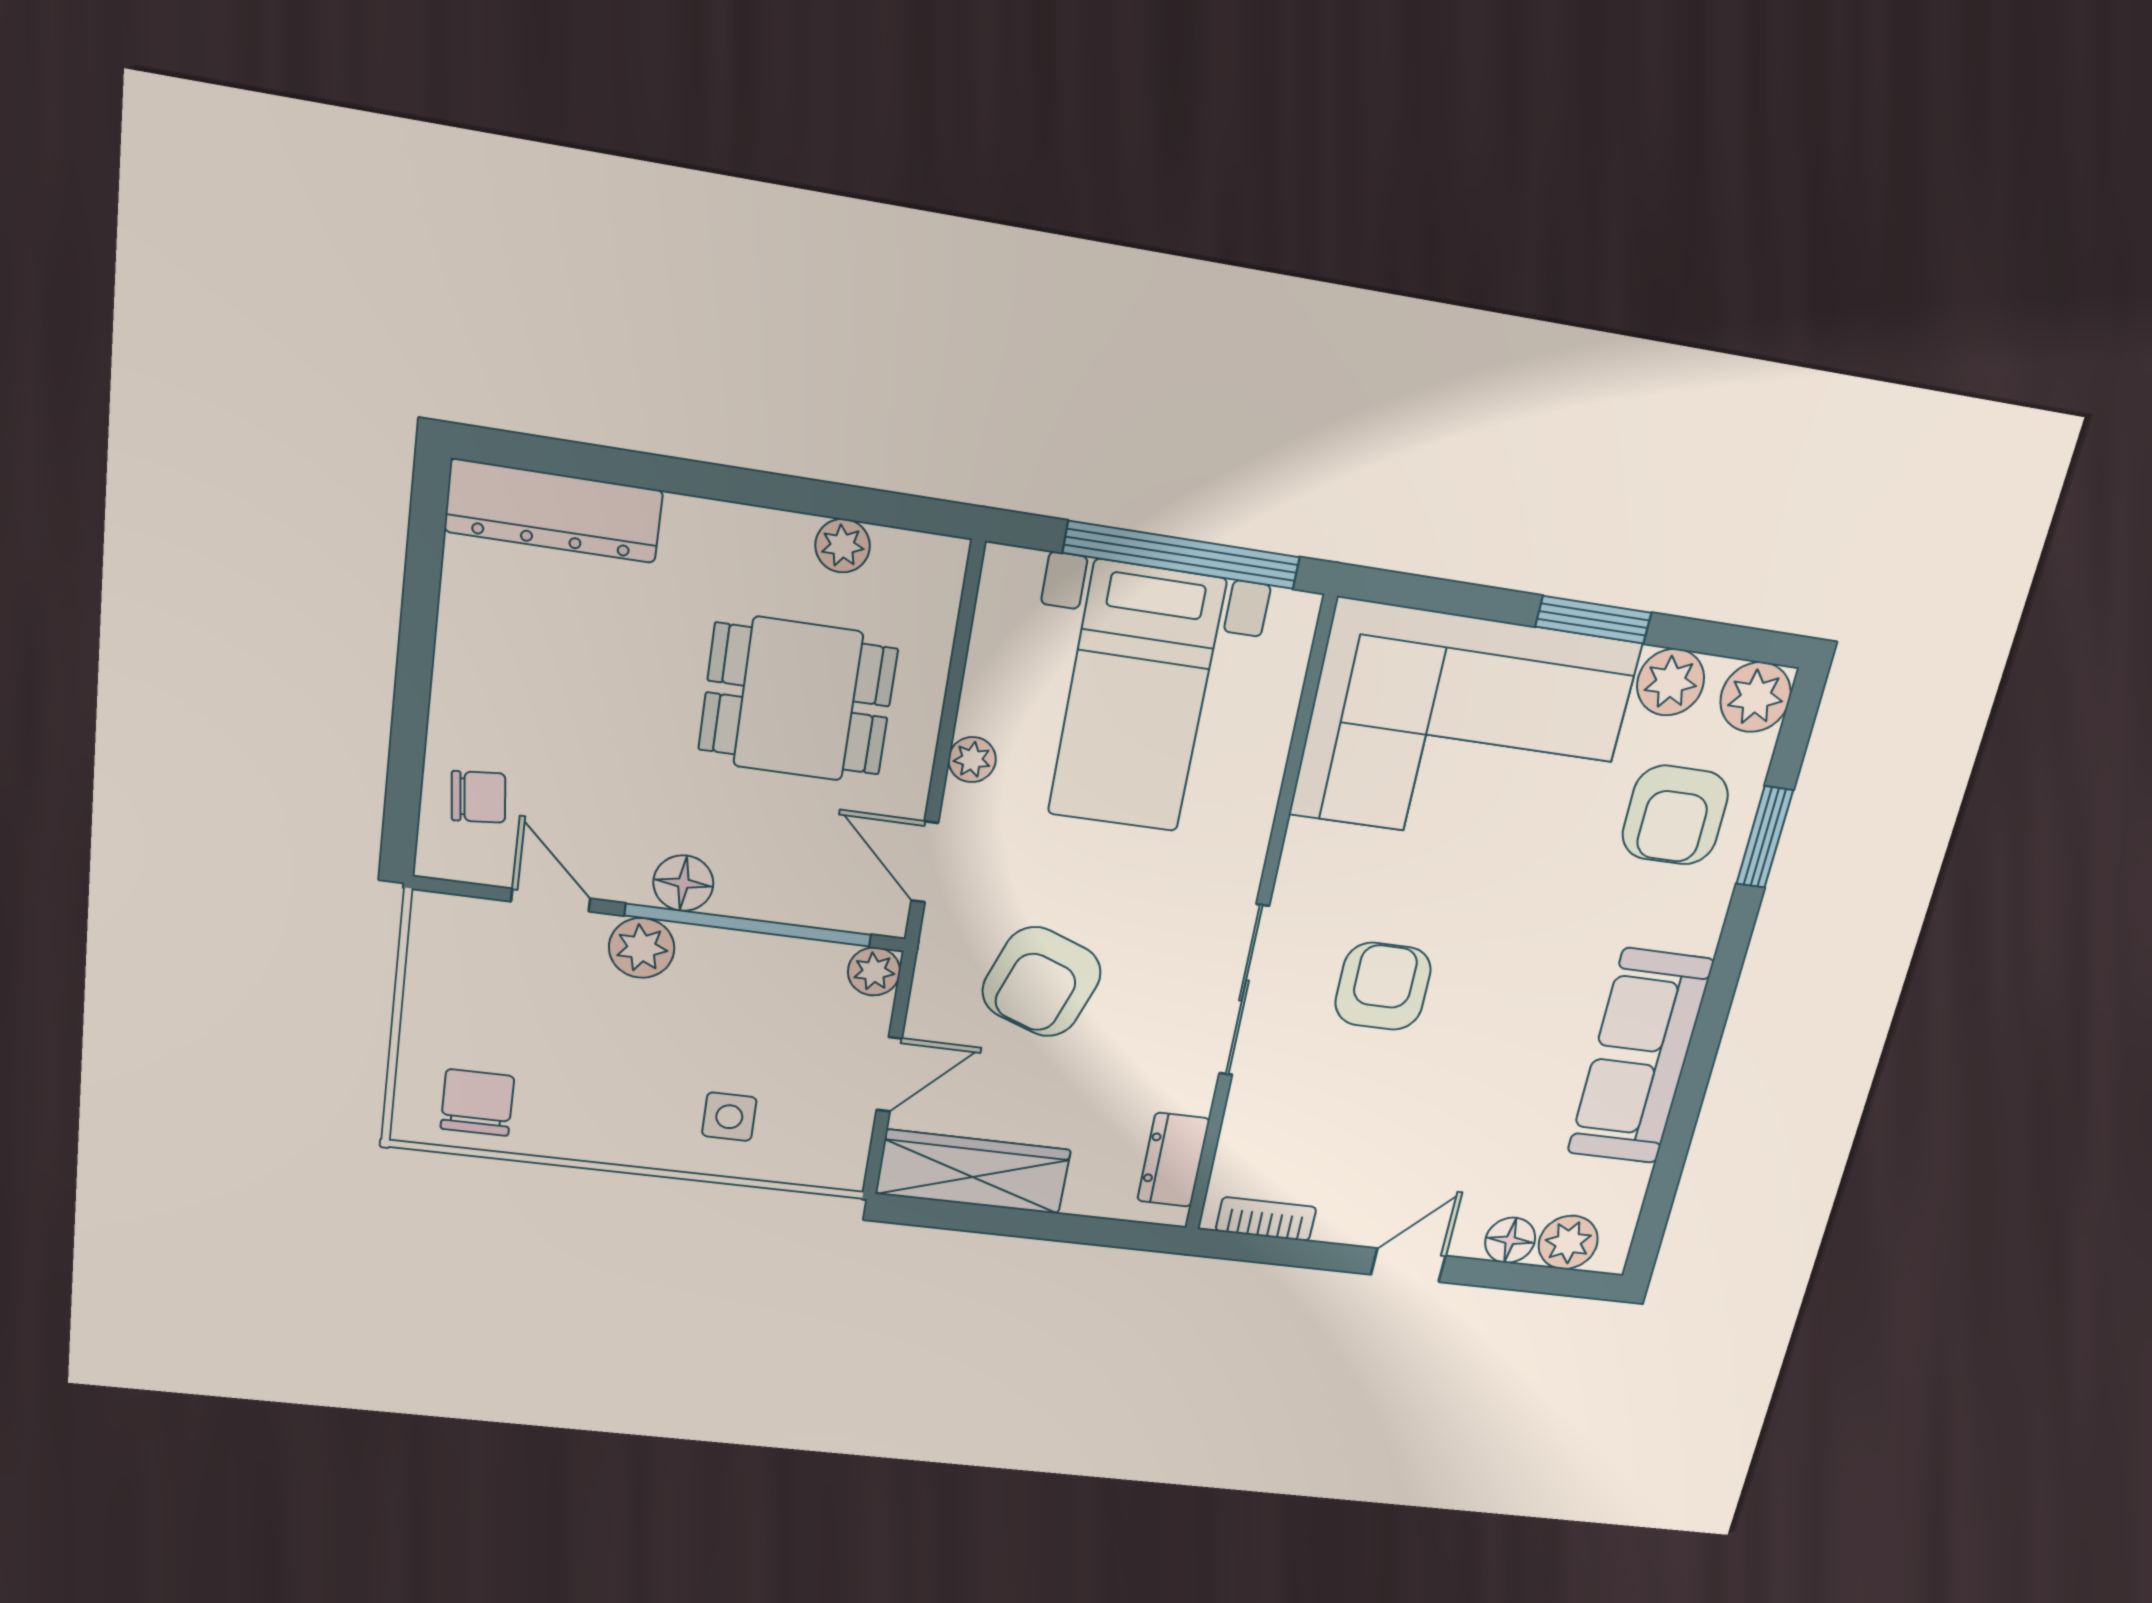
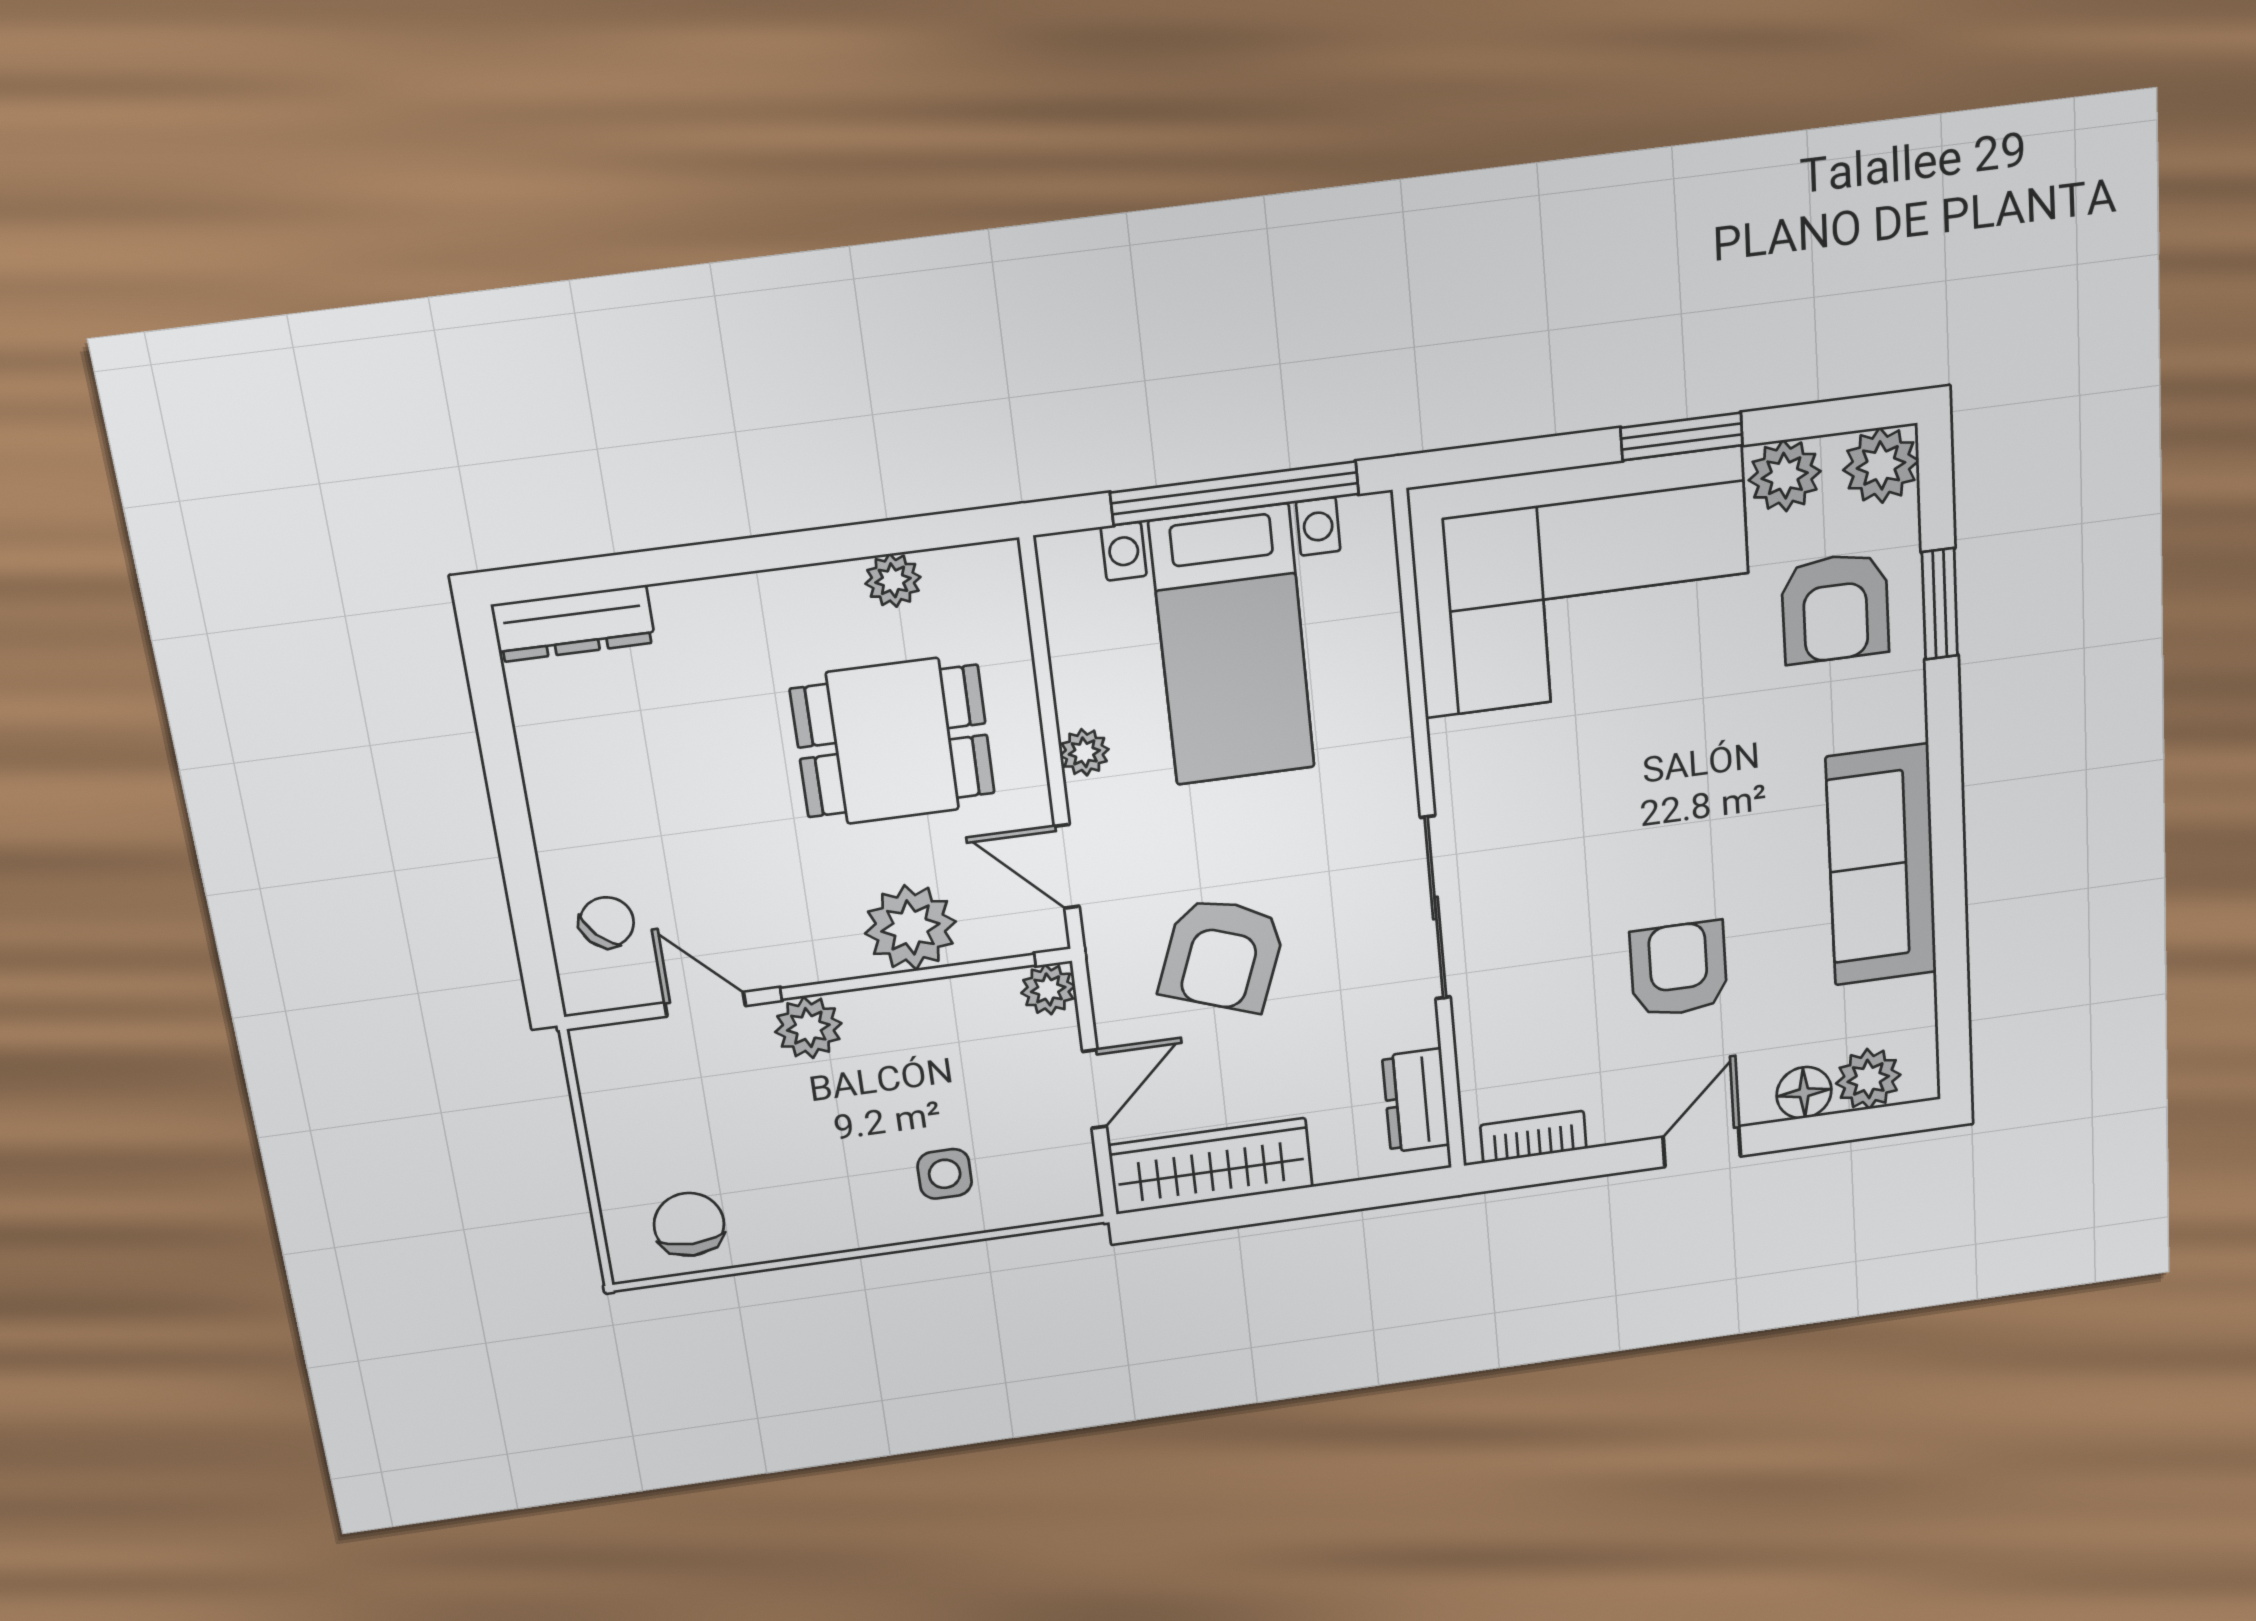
dresser: (554, 511) -> (573, 624), width x0.73, depth x0.80
chair: (478, 797) -> (607, 922), turned -38
plant: (764, 880) -> (910, 927), added
floor lamp: (683, 883) -> (831, 952), removed
armchair: (1383, 986) -> (1679, 969), moved

